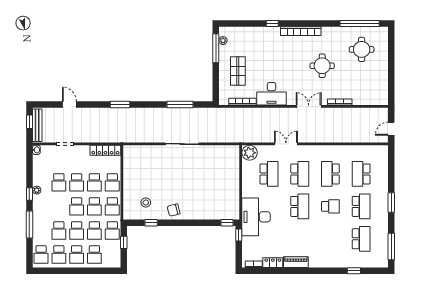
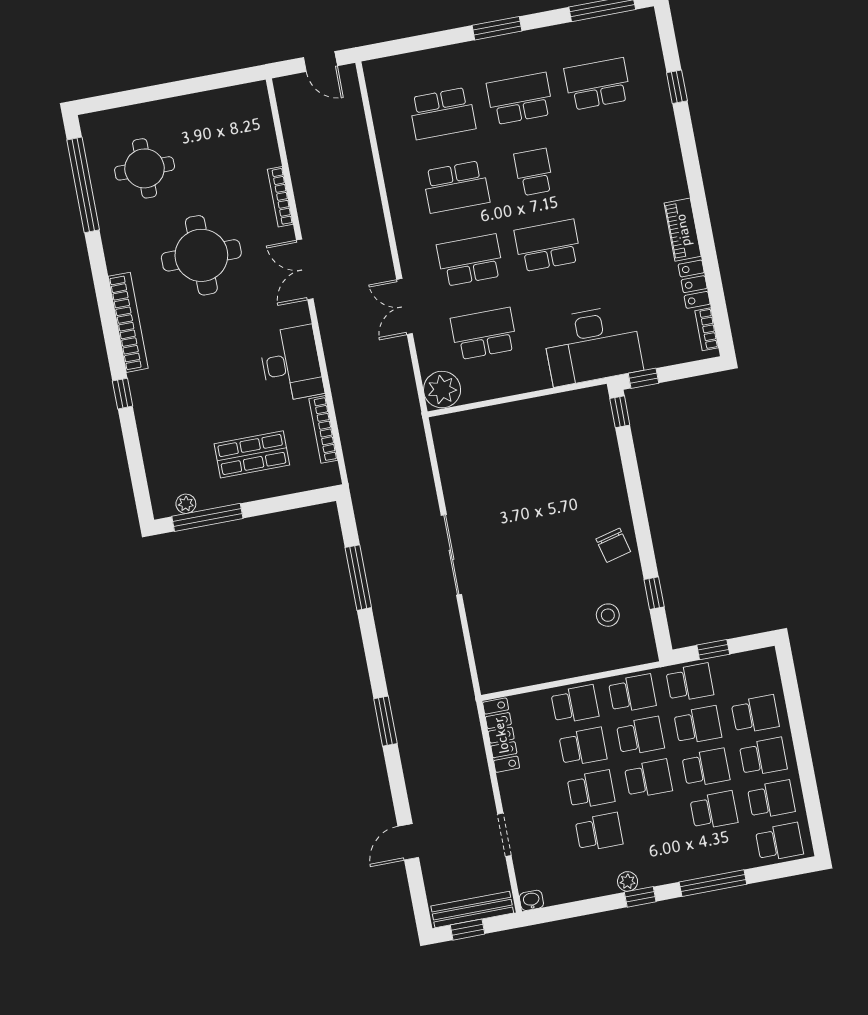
round table: (322, 66) -> (201, 255), width x1.36, depth x1.36

